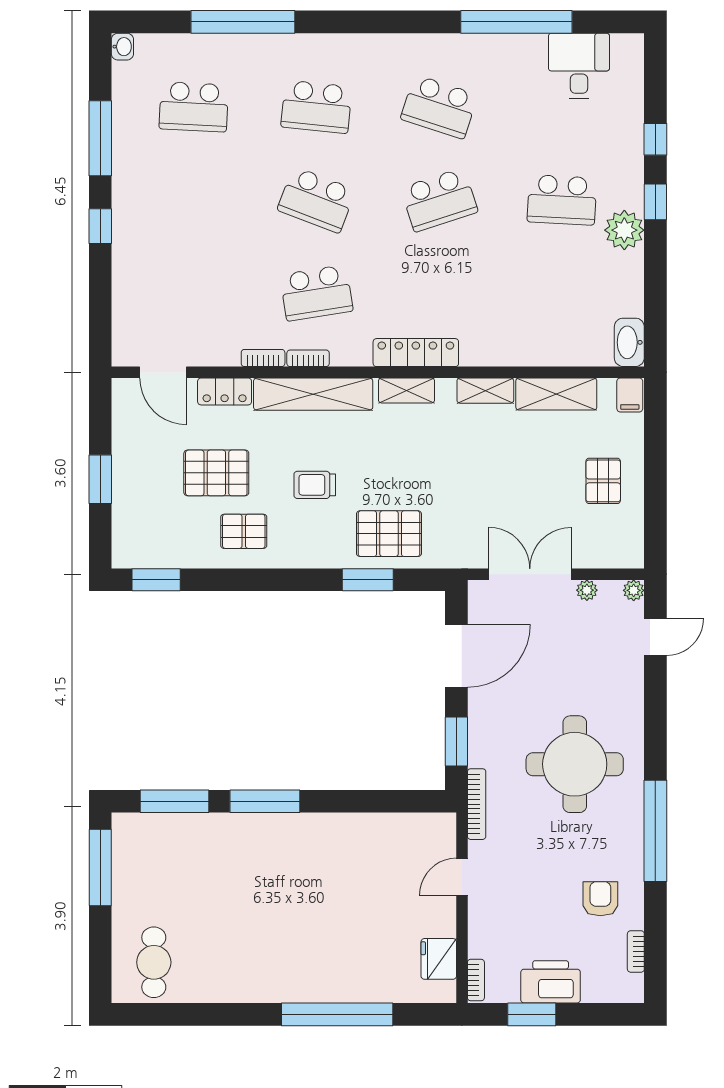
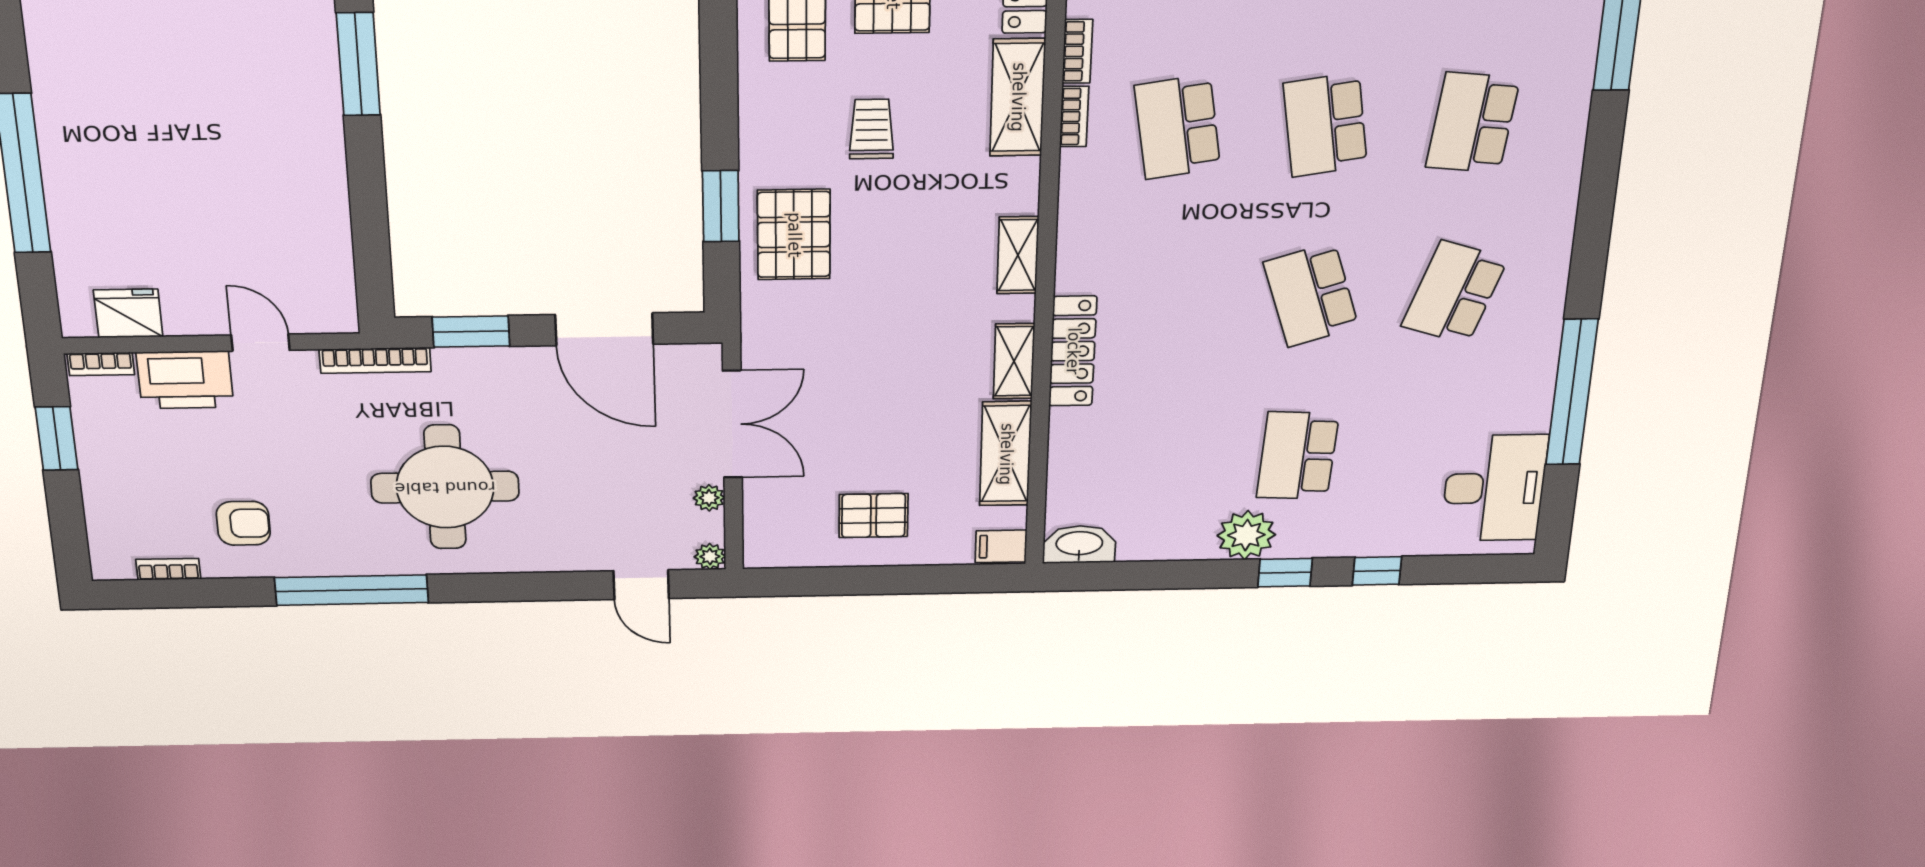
desk: (579, 66) -> (1494, 488), width x1.37
school desk: (316, 200) -> (1325, 125), turned -30
locker: (416, 353) -> (1073, 351), moved
shelving: (313, 394) -> (1018, 97), width x0.68
printer: (551, 982) -> (185, 380), moved, turned 90

